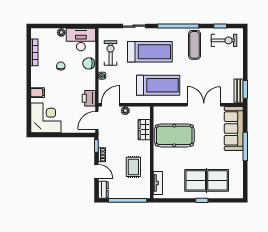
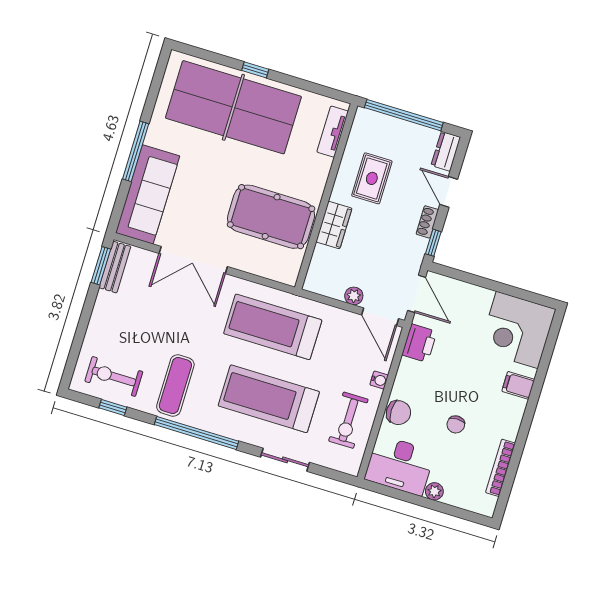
door: (110, 105) -> (380, 317), hinge flipped
door: (97, 120) -> (417, 294), hinge flipped
wardrobe: (144, 130) -> (334, 225), moved
table tennis table: (207, 180) -> (233, 107), width x1.36, depth x1.32

